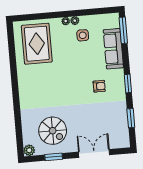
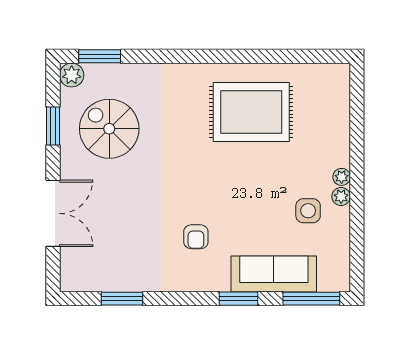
rug: (37, 44) -> (251, 112), moved
window: (128, 84) -> (239, 299), moved
spiral stairs: (53, 131) -> (109, 129), turned 90
window: (19, 138) -> (100, 56), added

